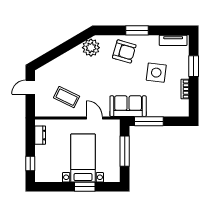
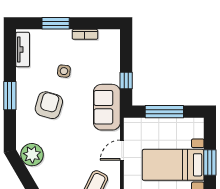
armchair: (124, 51) -> (49, 105), moved
side table: (156, 73) -> (64, 71), width x0.54, depth x0.54
window: (149, 121) -> (126, 81), width x0.46

